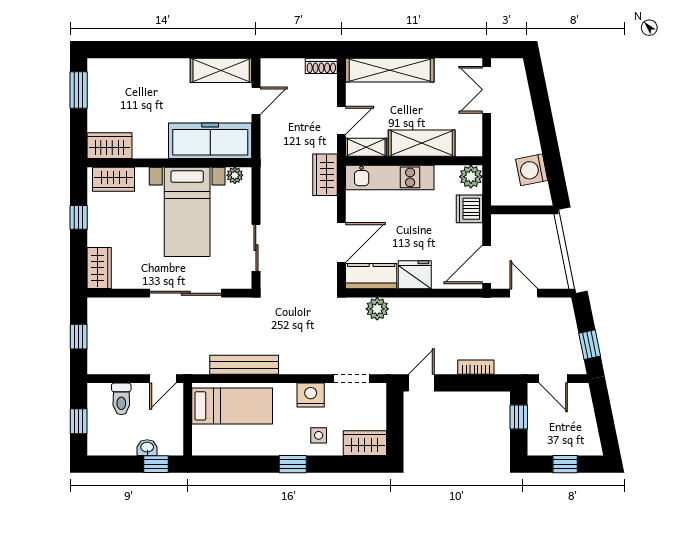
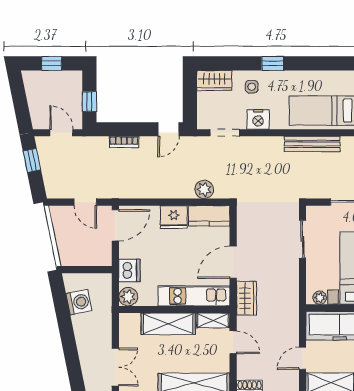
door: (341, 120) -> (233, 342), swing flipped
door: (341, 242) -> (233, 262), moved

